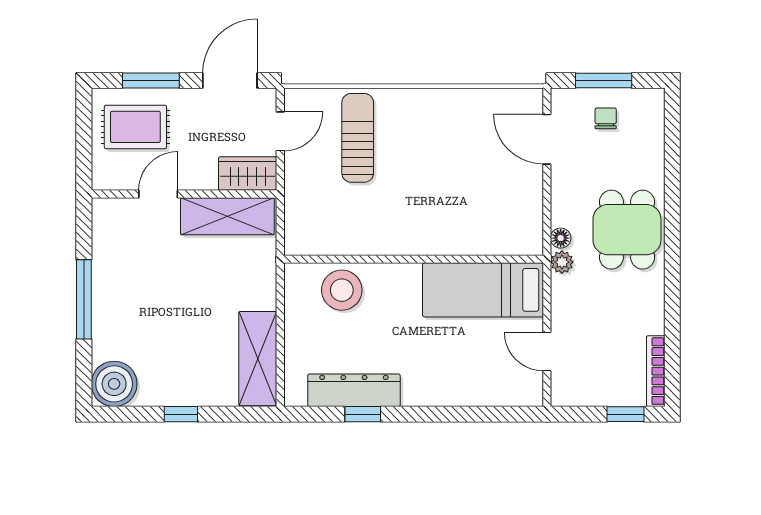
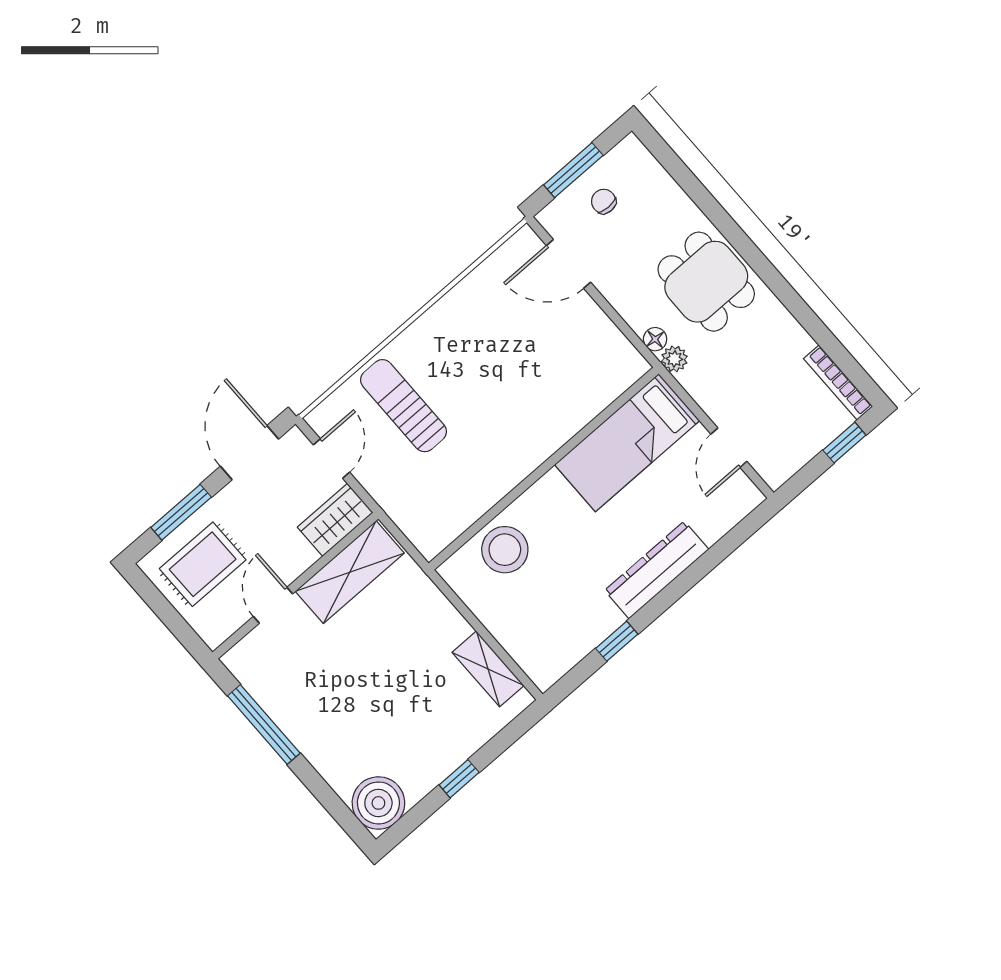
window: (84, 299) -> (264, 724), moved
door: (547, 352) -> (729, 448), hinge flipped
shelving: (258, 359) -> (488, 669), width x0.67, depth x0.75
dresser: (354, 390) -> (657, 570), moved

